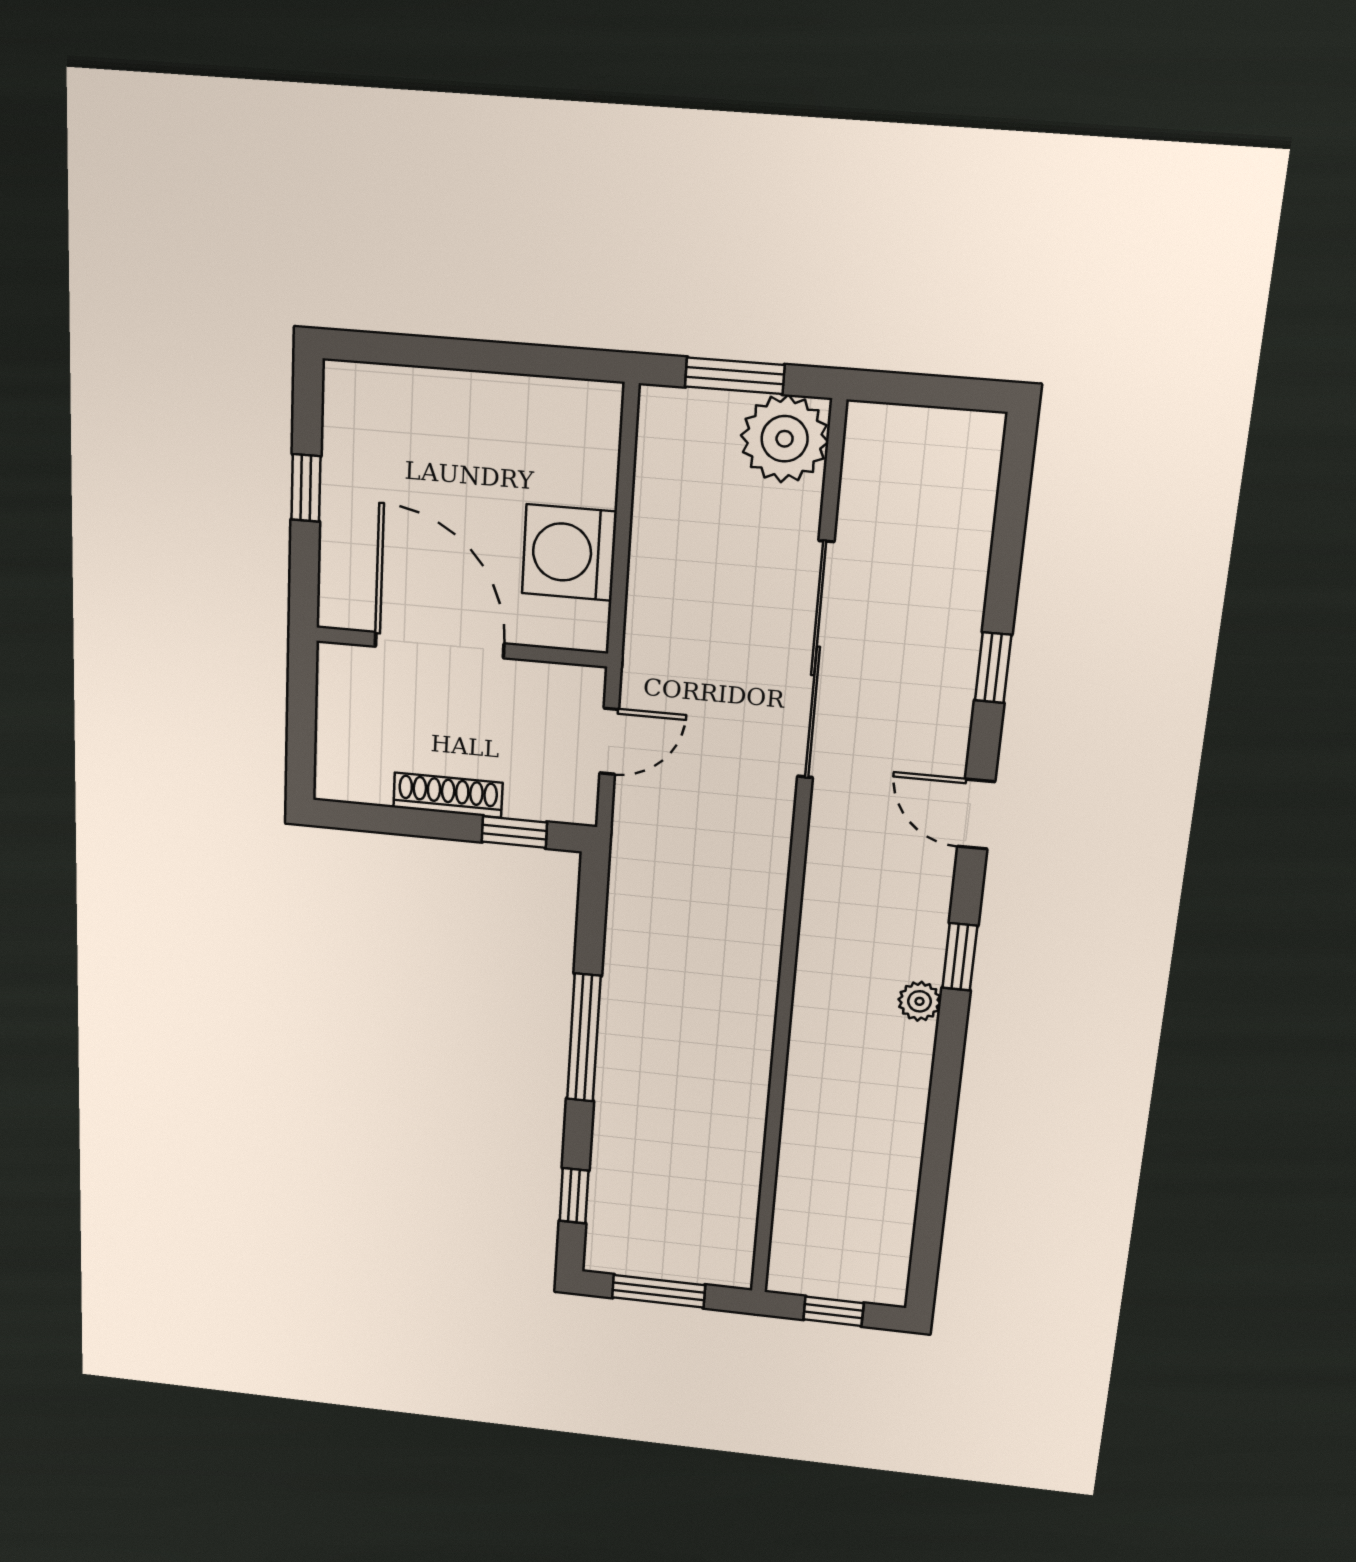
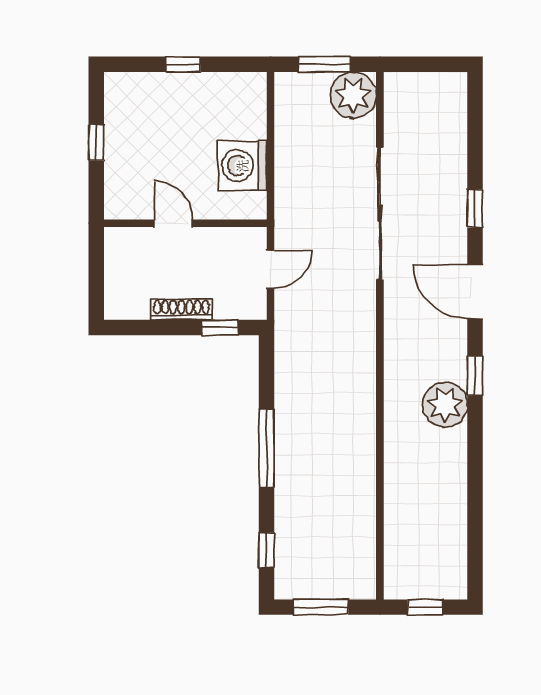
window: (469, 355) -> (183, 64), added
door: (440, 645) -> (173, 223), width x0.53
door: (976, 814) -> (475, 291), width x1.38
plant: (920, 1001) -> (445, 405), width x1.87, depth x1.87

